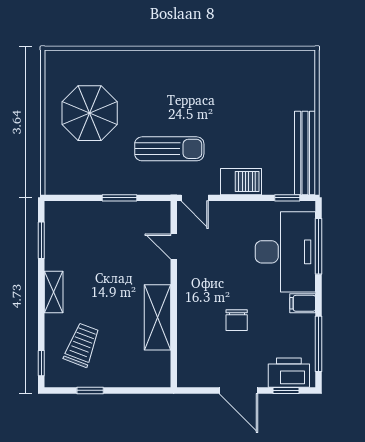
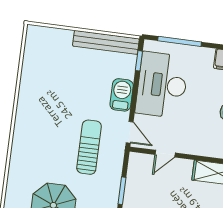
door: (195, 198) -> (130, 132), hinge flipped
desk: (285, 252) -> (162, 85), moved, turned -90

